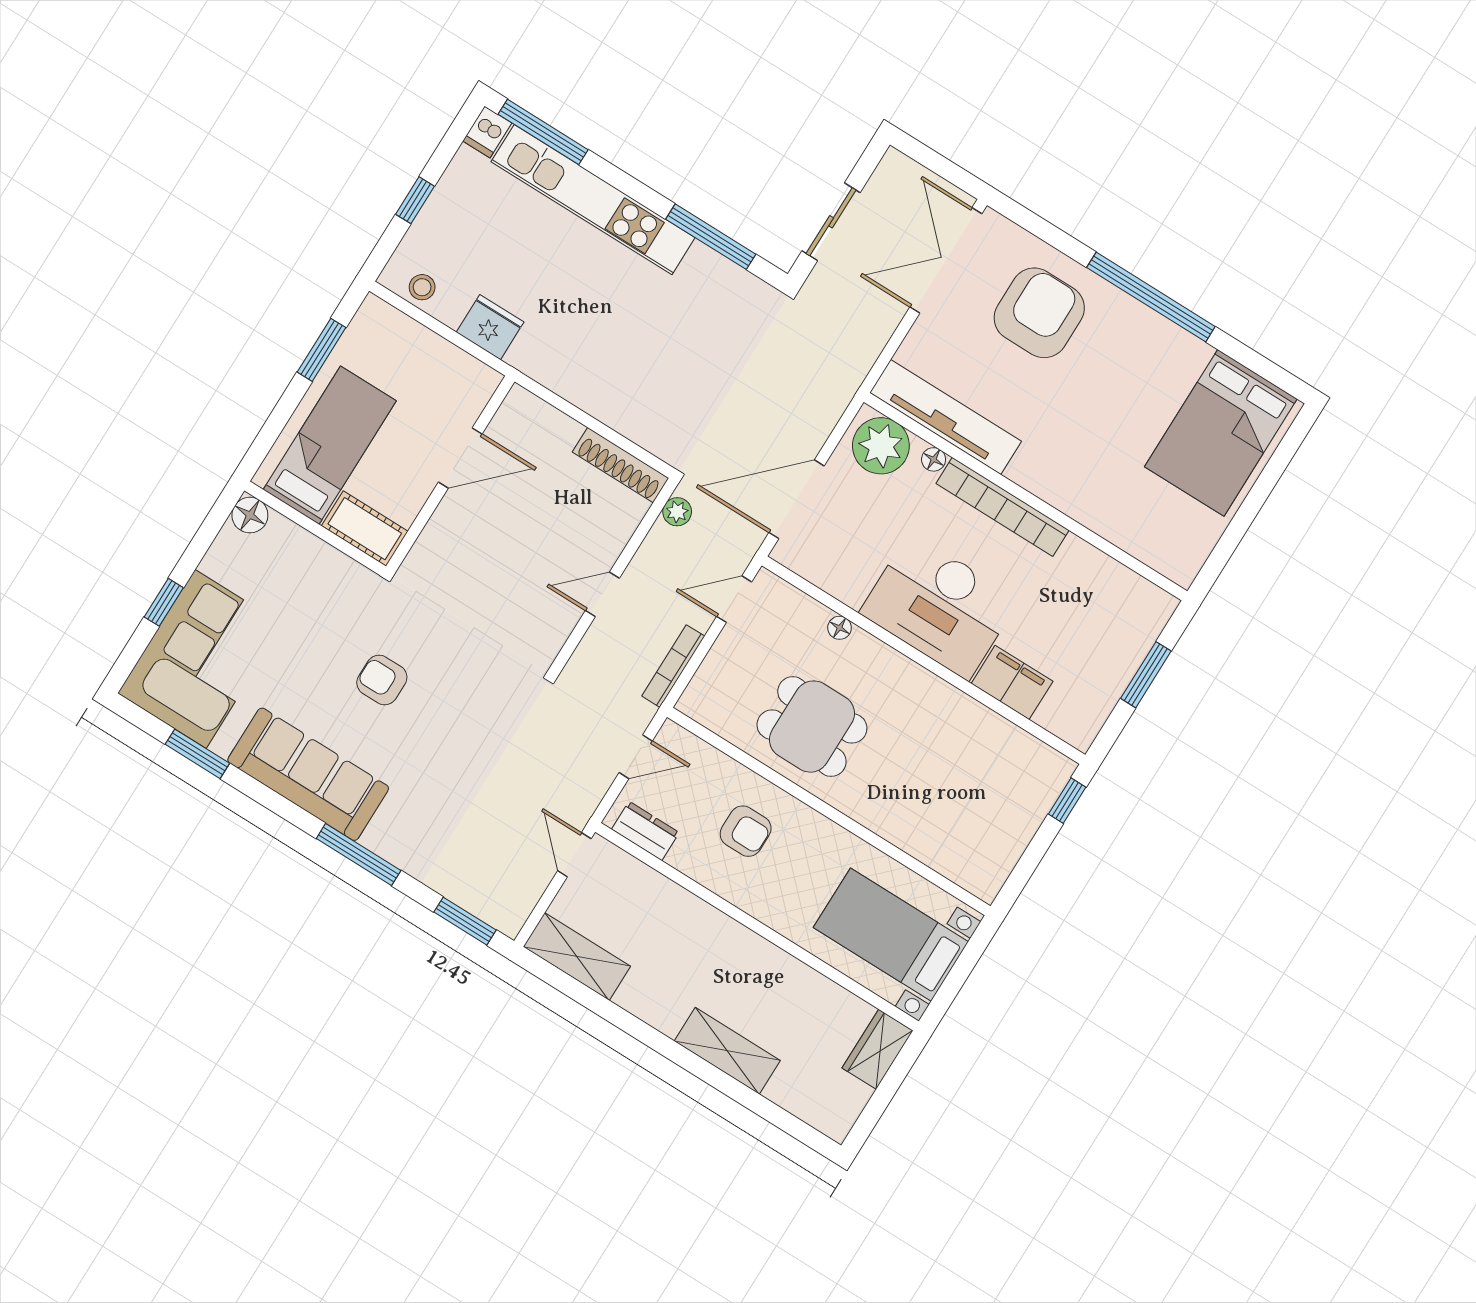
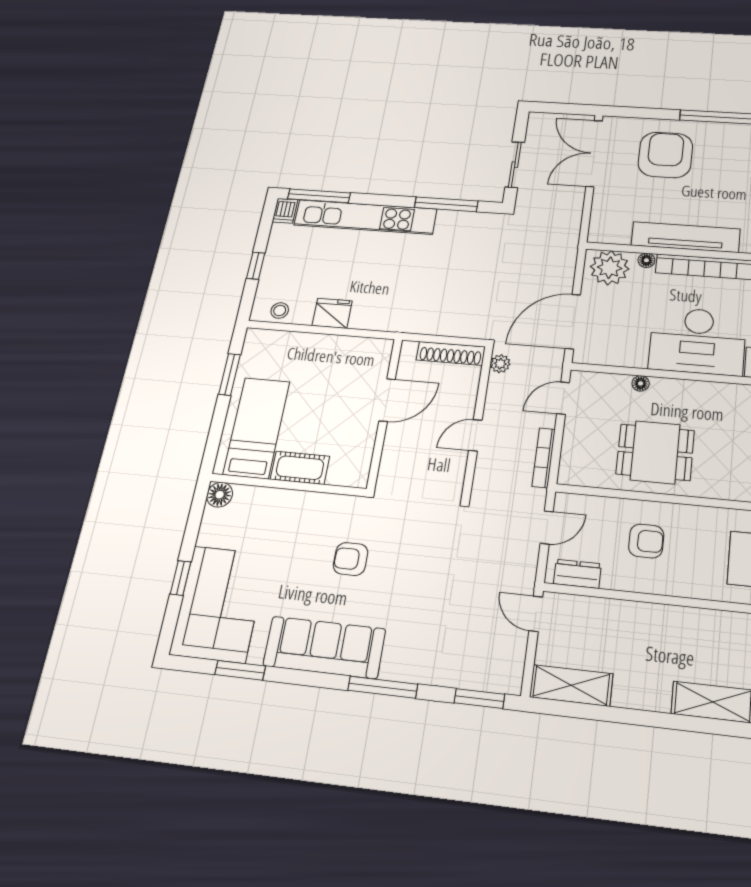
tv unit: (946, 417) -> (686, 237), moved
door: (460, 458) -> (387, 400), moved
wall: (450, 474) -> (385, 412), moved

